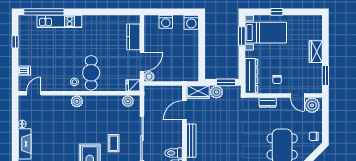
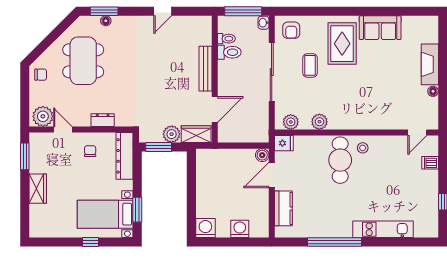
window: (44, 12) -> (335, 242), moved
plant: (77, 101) -> (319, 122), moved

